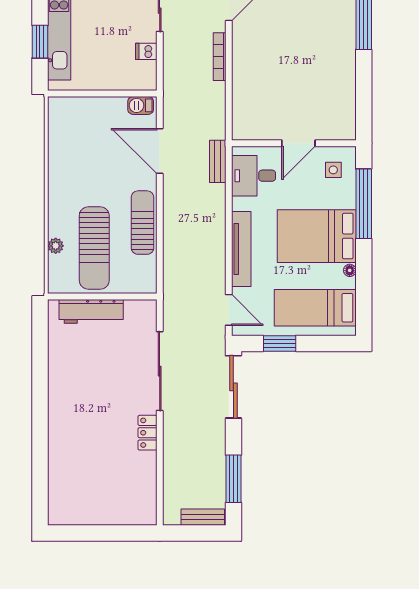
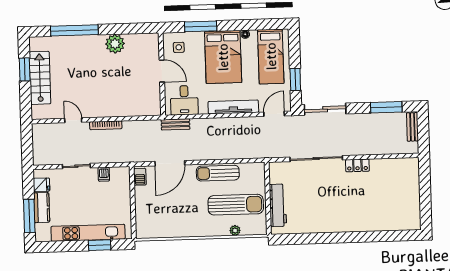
plant: (342, 74) -> (115, 44), added
window: (364, 204) -> (201, 26), width x0.68

